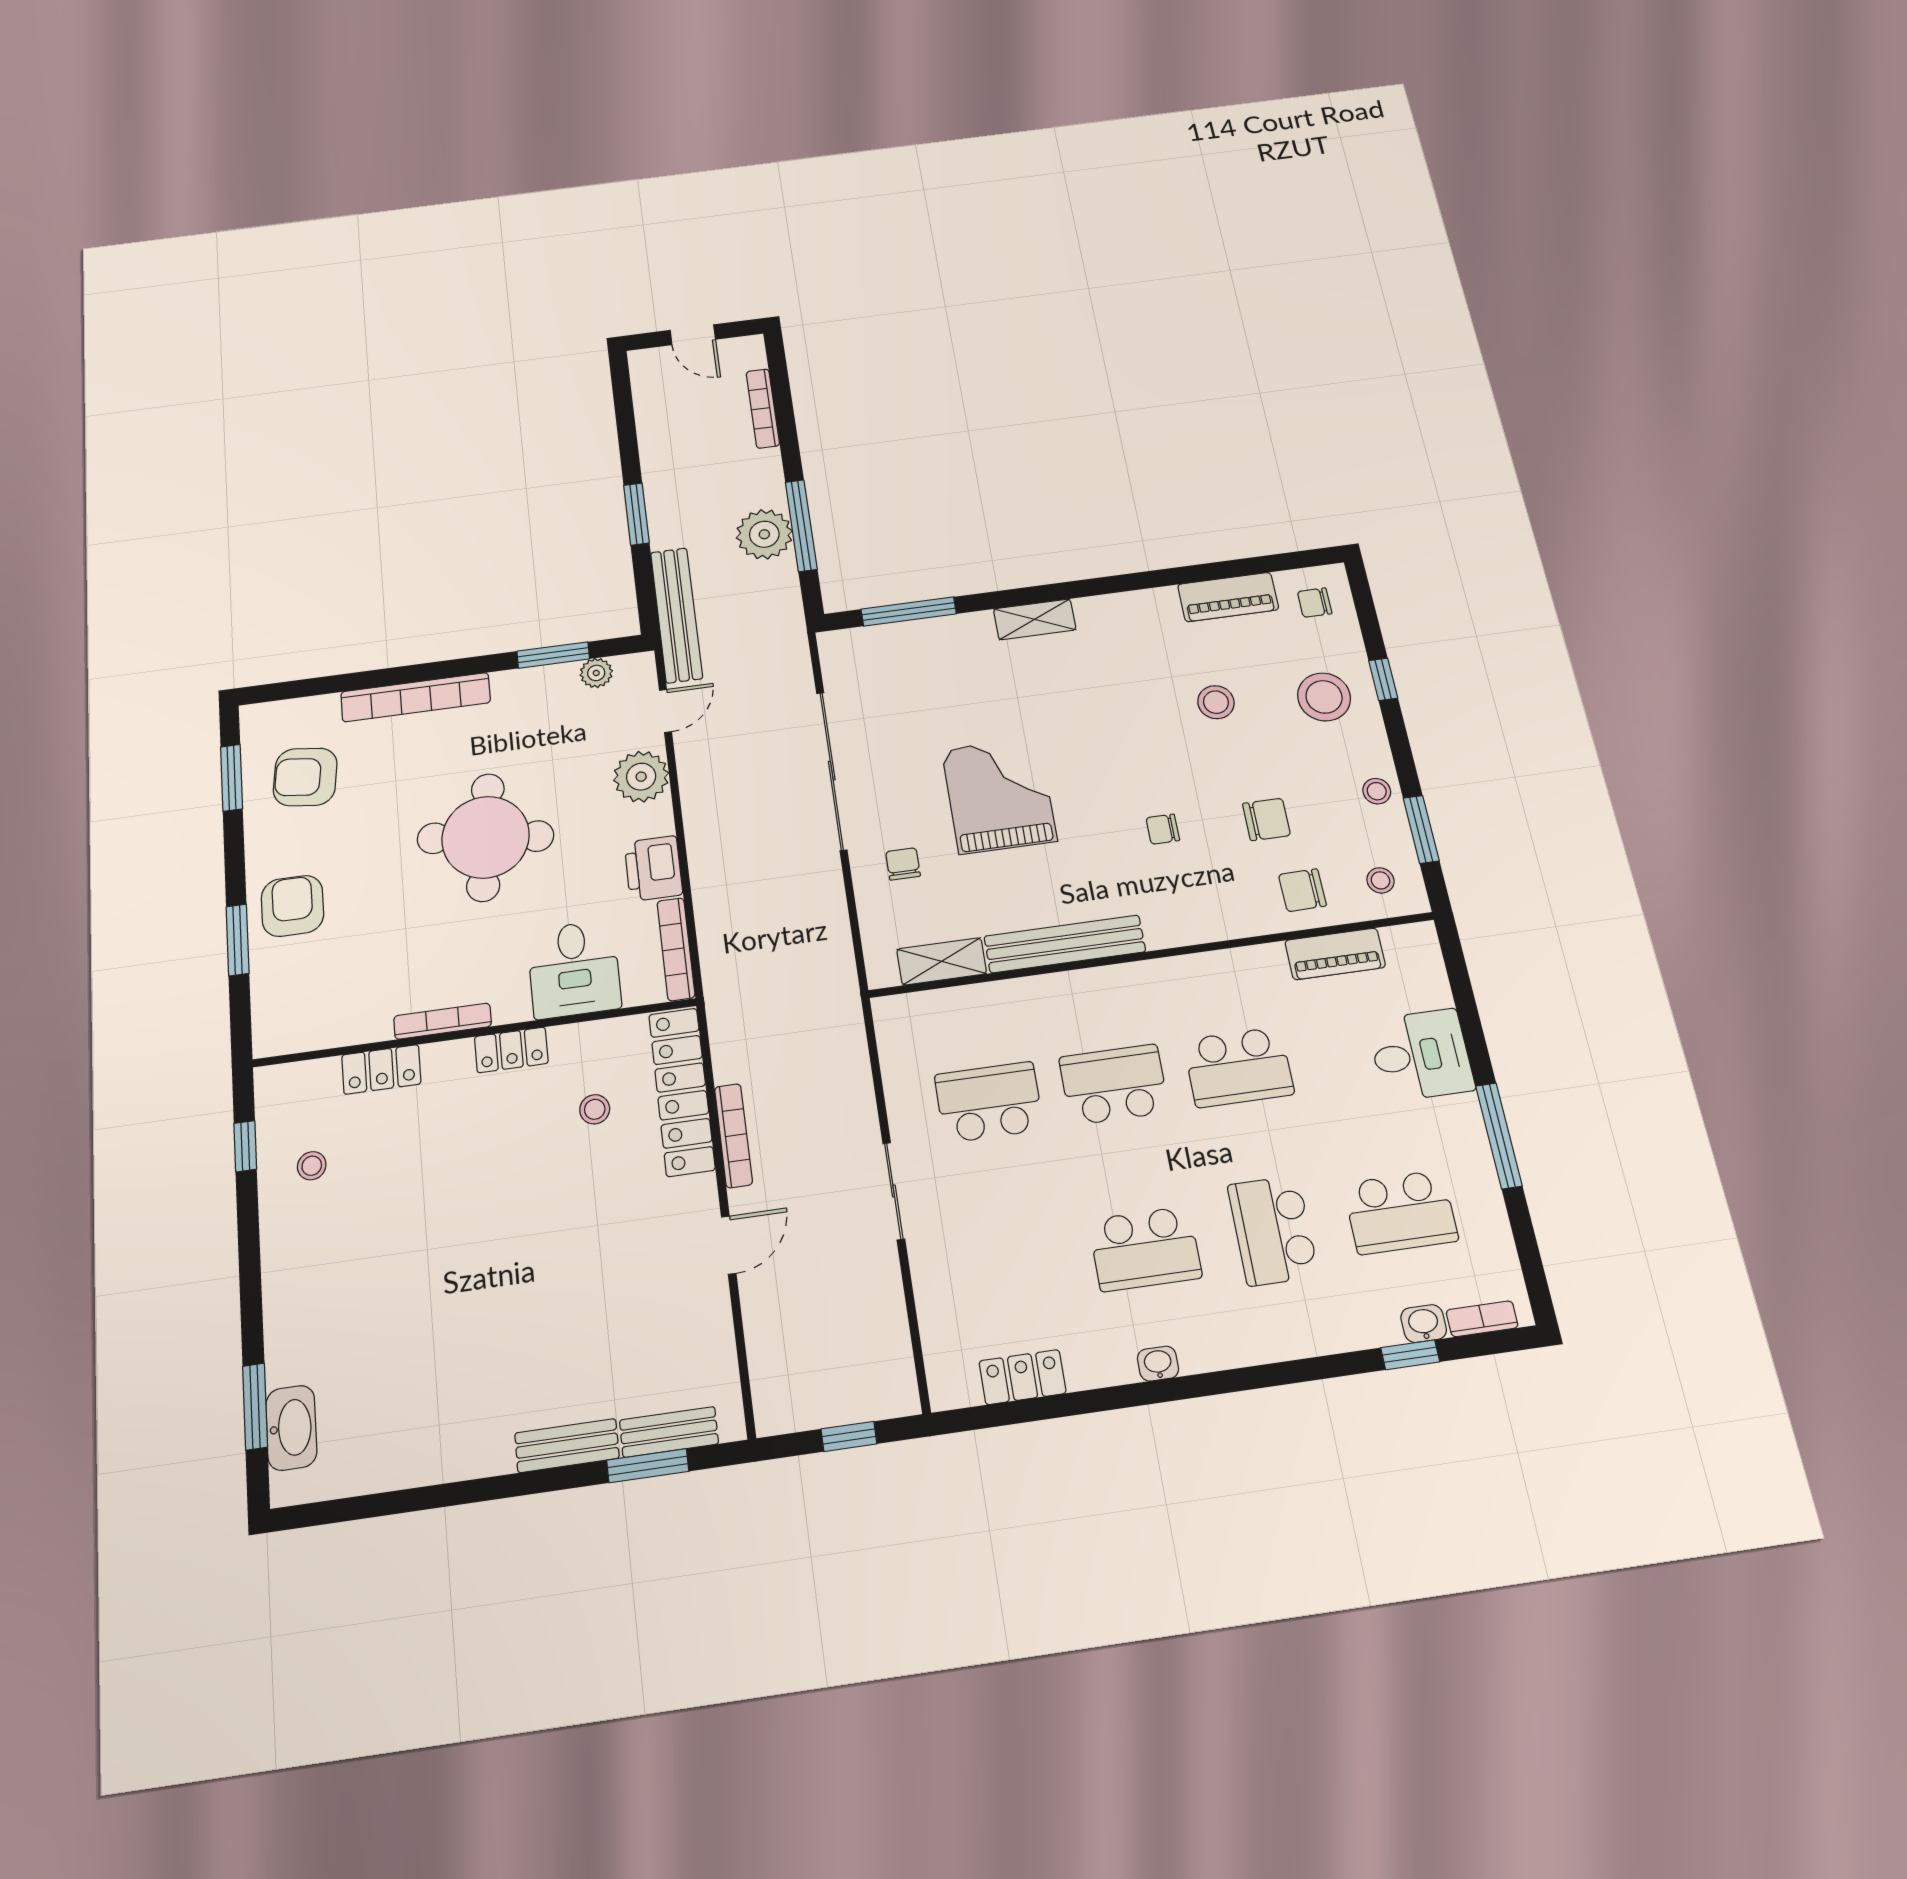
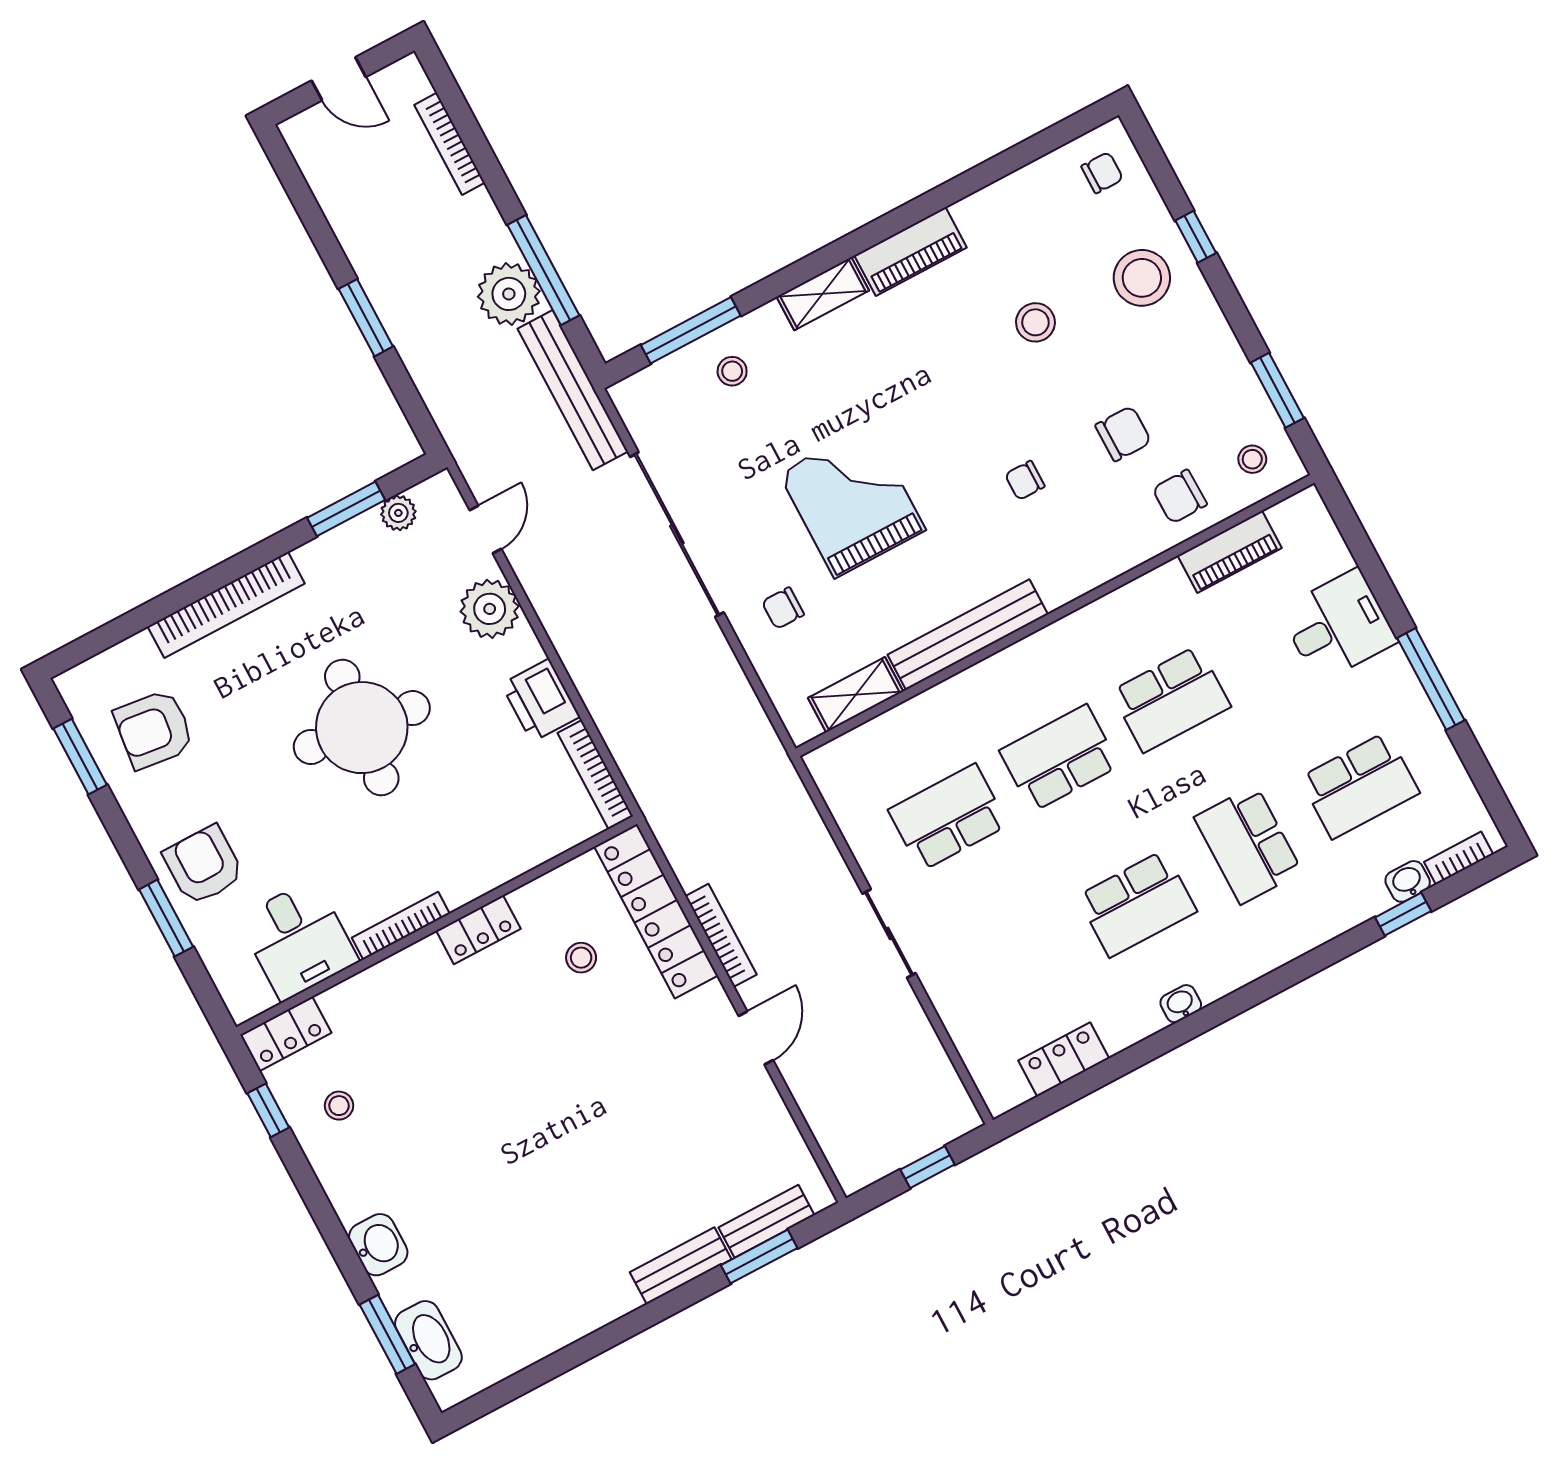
piano: (1228, 597) -> (911, 251), moved
chair: (1315, 603) -> (1102, 173), turned 180
bench: (676, 615) -> (573, 390), moved
stool: (1377, 791) -> (732, 371), moved
chair: (903, 864) -> (783, 608), turned -90
desk: (574, 969) -> (298, 940), moved
locker: (381, 1069) -> (286, 1034), moved
washbasin: (287, 1313) -> (378, 1245), added

